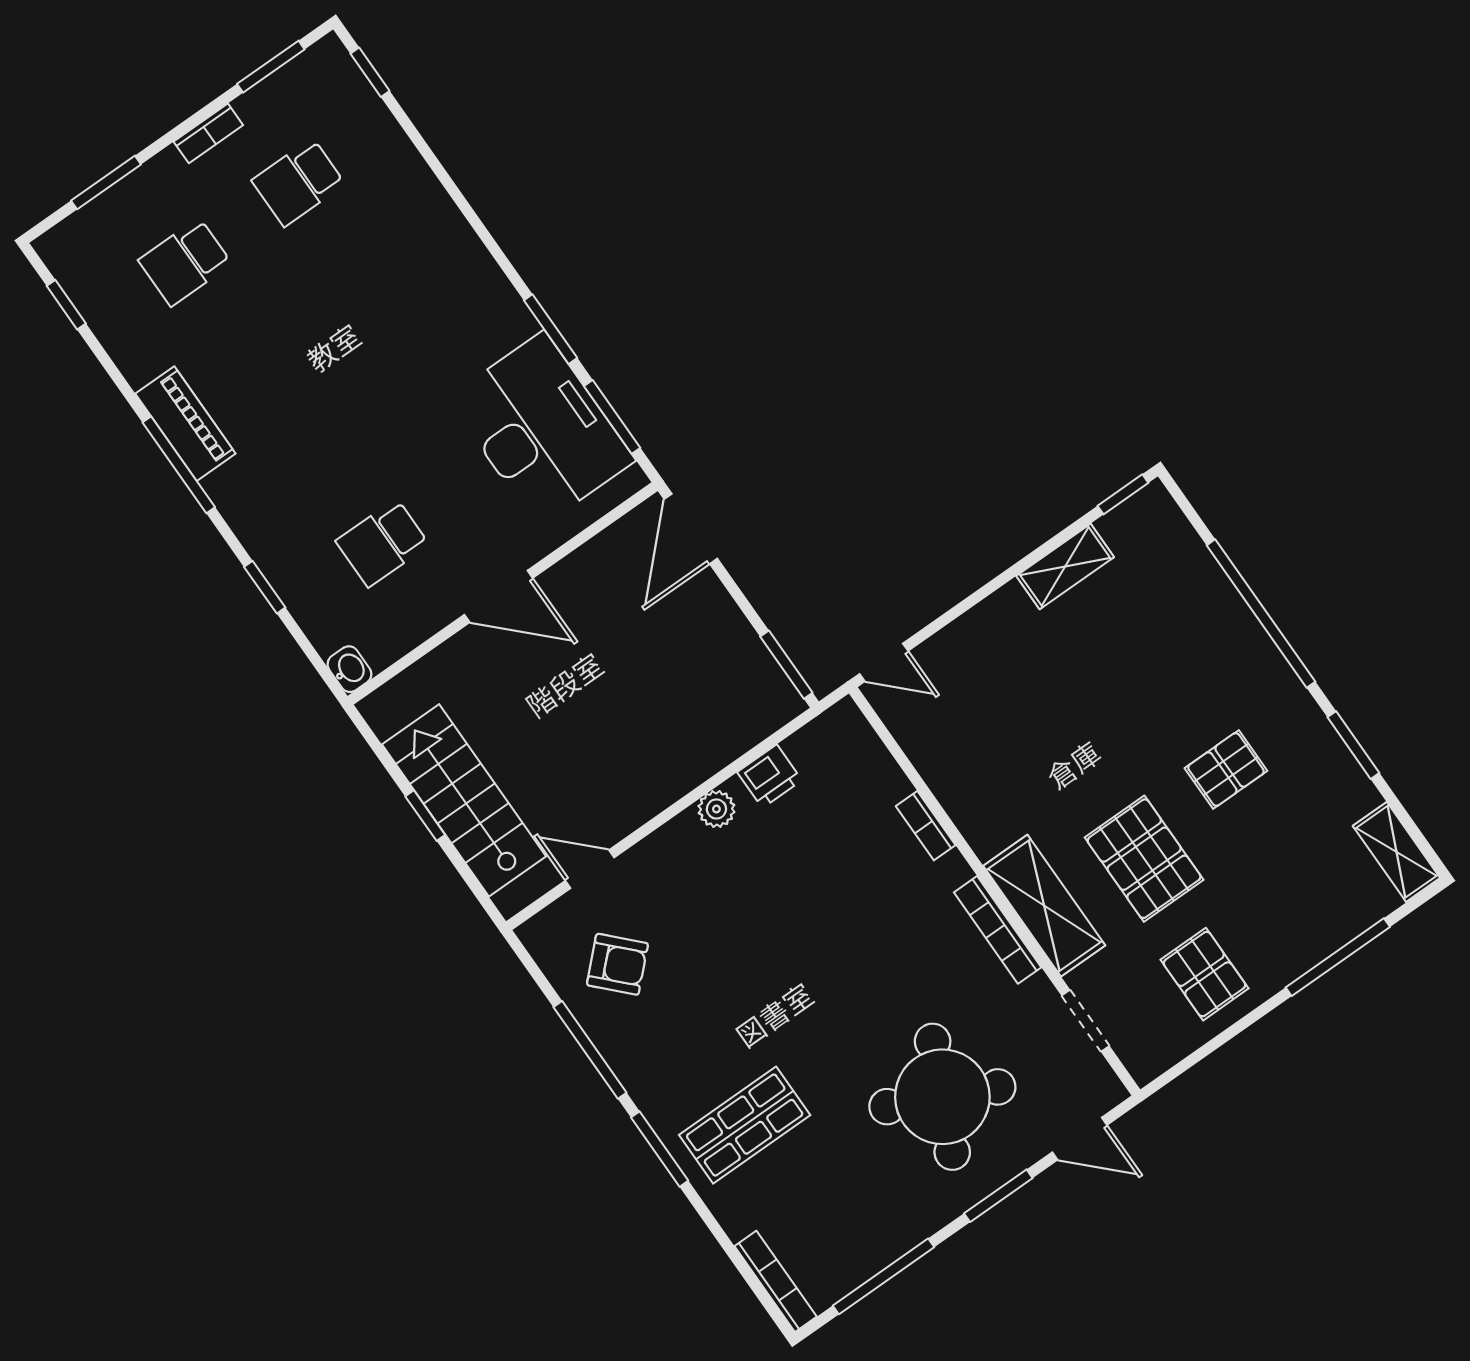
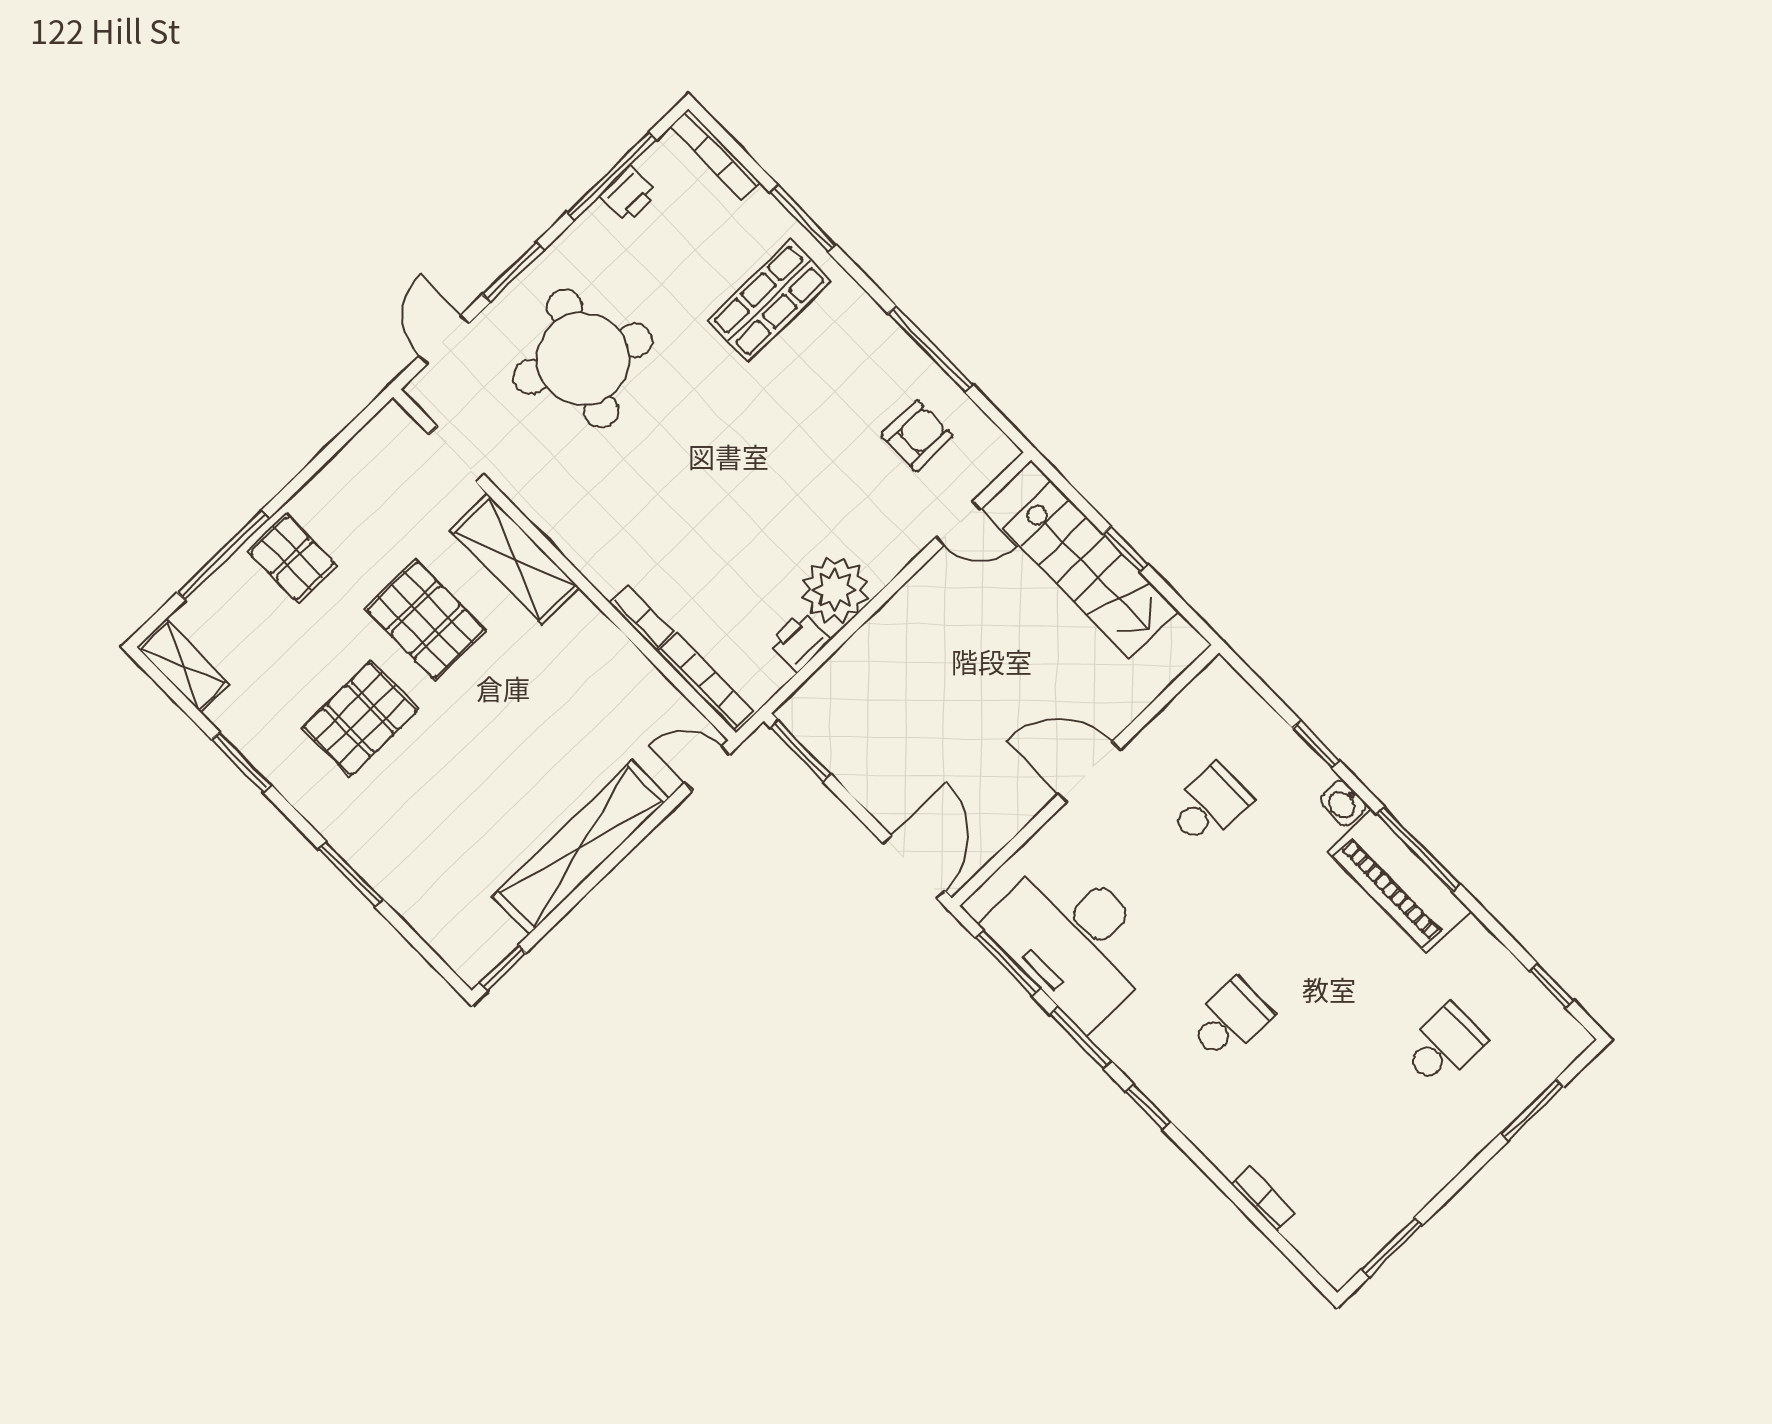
window: (370, 72) -> (1148, 1107), moved
bookcase: (208, 133) -> (1263, 1199), moved, turned 90
school desk: (298, 182) -> (1230, 1020), moved
piano: (185, 424) -> (1399, 881), width x1.37, depth x1.33
shelving: (1065, 566) -> (581, 847), width x2.20, depth x1.33
window: (1261, 614) -> (351, 875), width x0.47
washbasin: (349, 669) -> (1343, 803), moved
pallet: (1226, 769) -> (360, 719), width x1.50, depth x1.42
plant: (716, 809) -> (835, 590), width x1.88, depth x1.88
bookcase: (998, 930) -> (705, 682), moved
armchair: (617, 964) -> (917, 436), turned 134
pallet: (1204, 974) -> (292, 558), moved
door: (1080, 1139) -> (444, 340), hinge flipped
window: (660, 1149) -> (803, 218), moved
printer: (869, 1255) -> (629, 195), added

